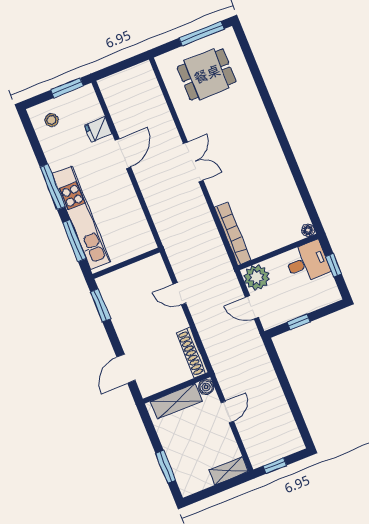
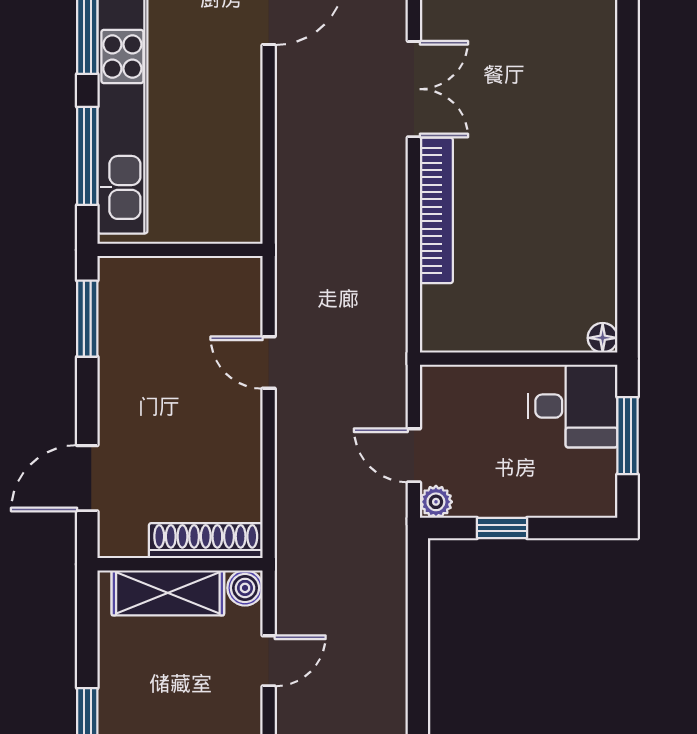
bookcase: (233, 234) -> (436, 210), moved
window: (334, 265) -> (627, 436), width x1.50
plant: (257, 277) -> (436, 502), moved, width x0.53, depth x0.53
shoe rack: (192, 353) -> (206, 541), moved, turned 90

